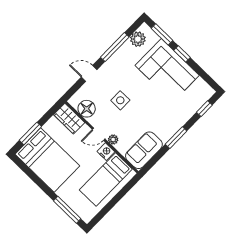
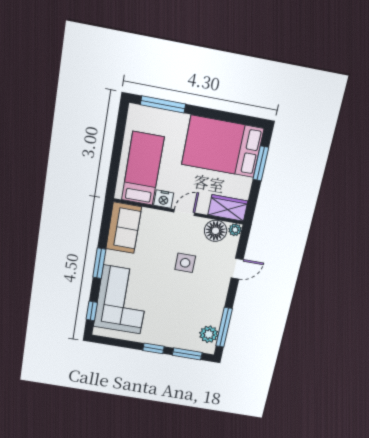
window: (115, 47) -> (224, 327), moved
corner sofa: (167, 70) -> (122, 300), moved, turned 90
plant: (113, 140) -> (235, 230), moved

